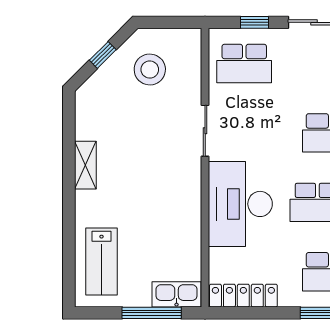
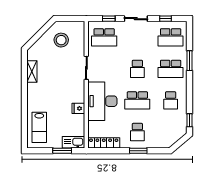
window: (103, 55) -> (40, 33), removed
shelving: (85, 165) -> (32, 71), moved
fridge: (188, 220) -> (78, 108), added
window: (152, 313) -> (62, 151), width x0.69

